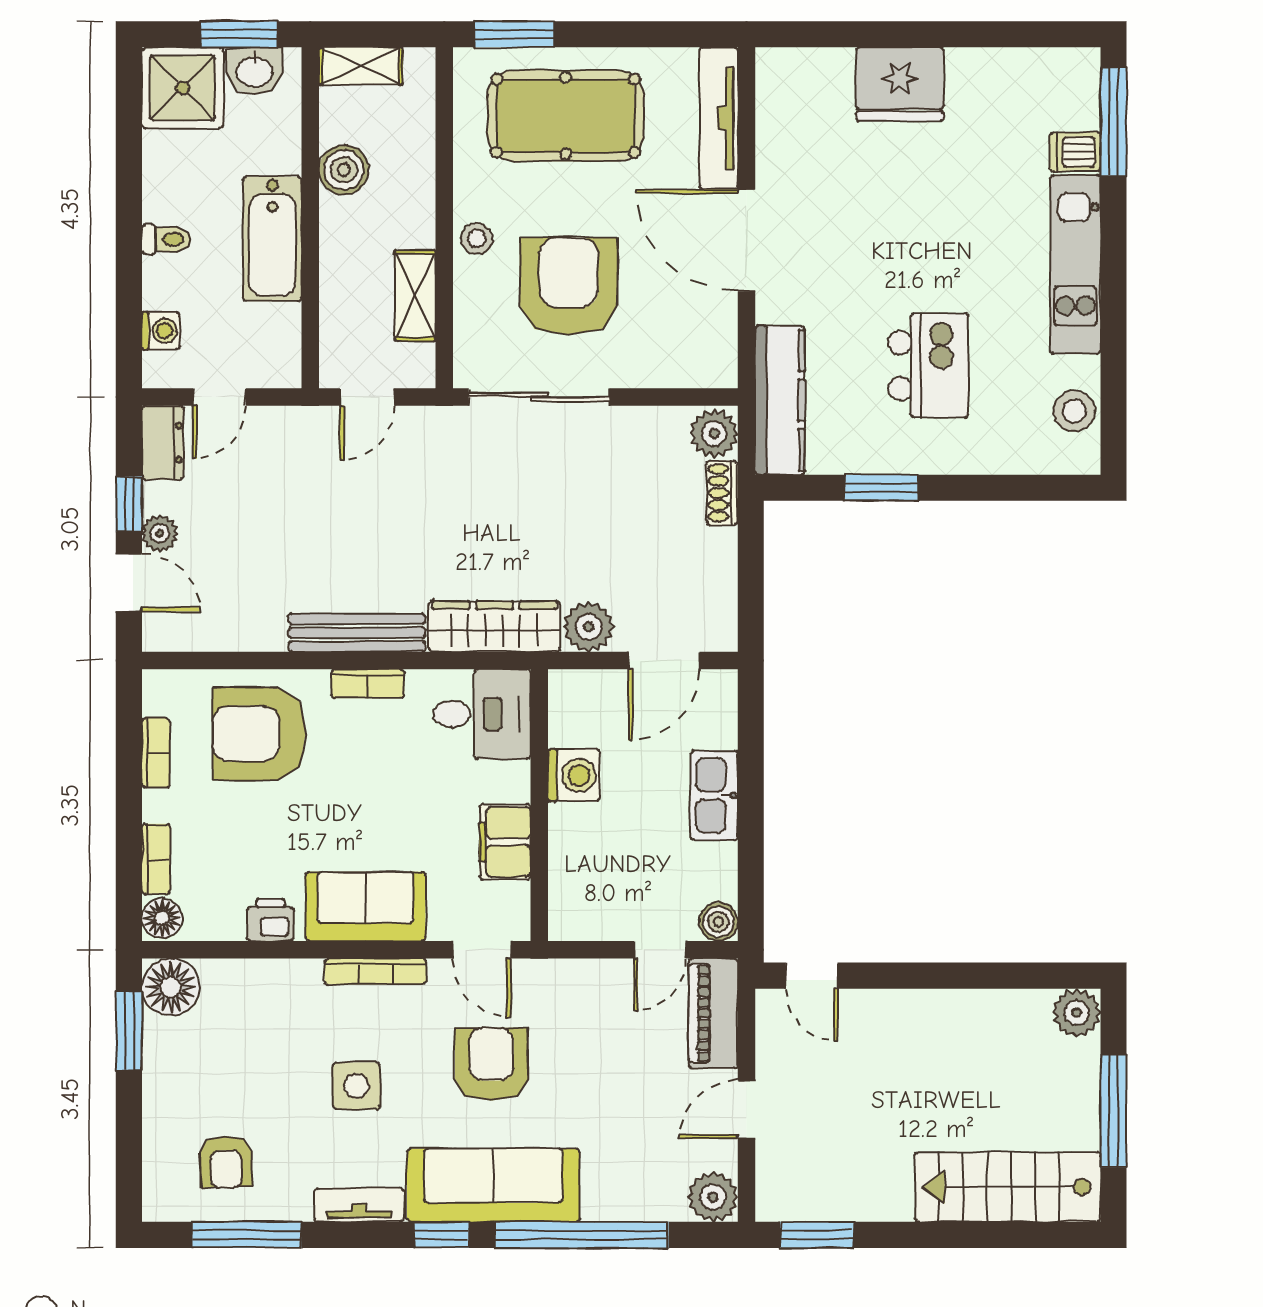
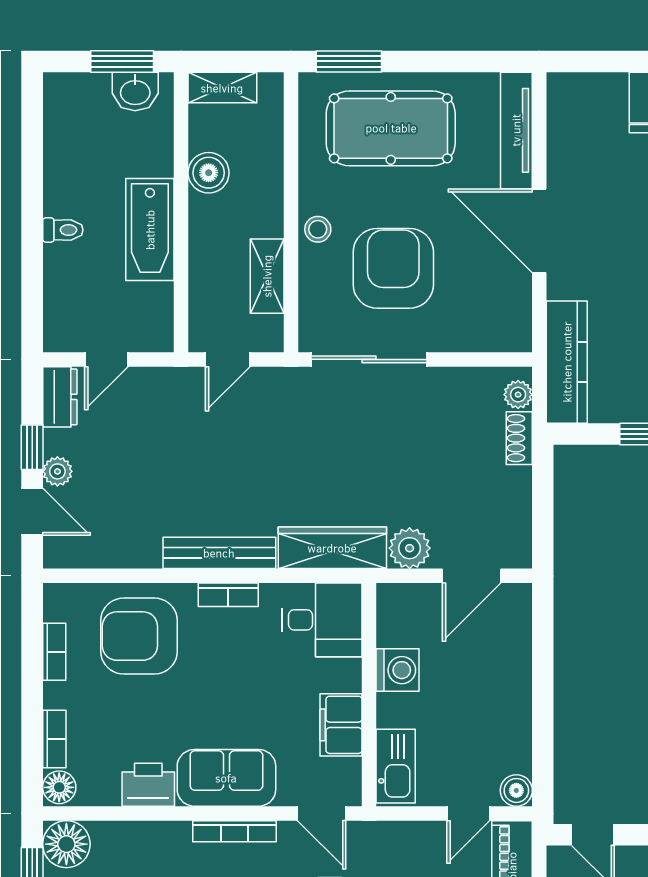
shower: (183, 88) -> (76, 106), removed
washing machine: (161, 331) -> (58, 305), removed
plant: (714, 433) -> (518, 395), width x0.73, depth x0.73
kitchen sink: (714, 795) -> (396, 766), moved, turned 180
printer: (270, 920) -> (148, 785), width x1.36, depth x1.24

